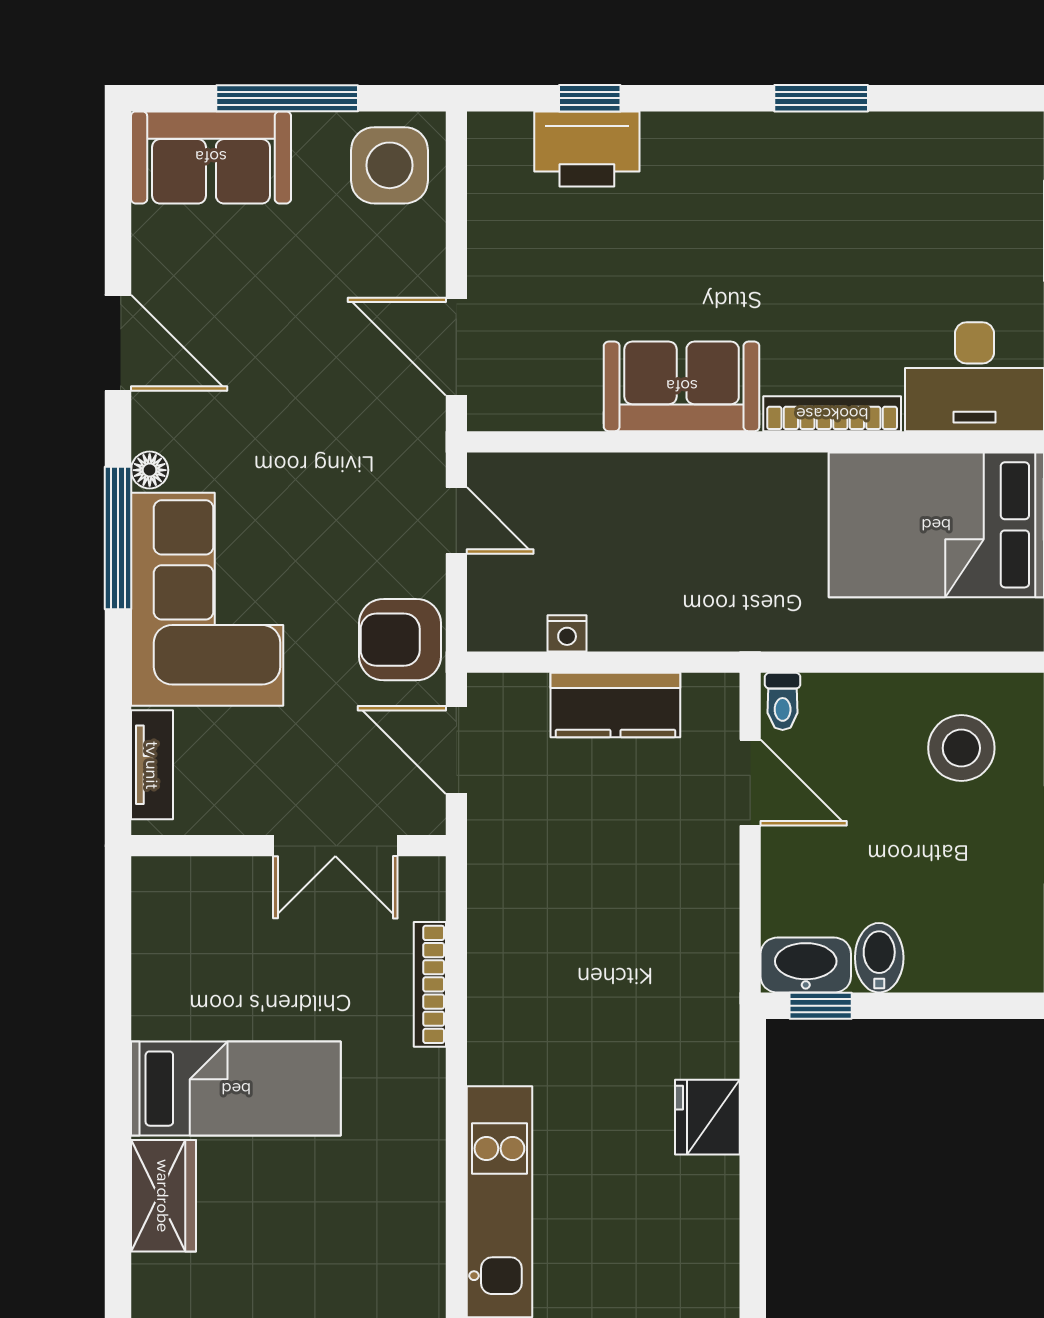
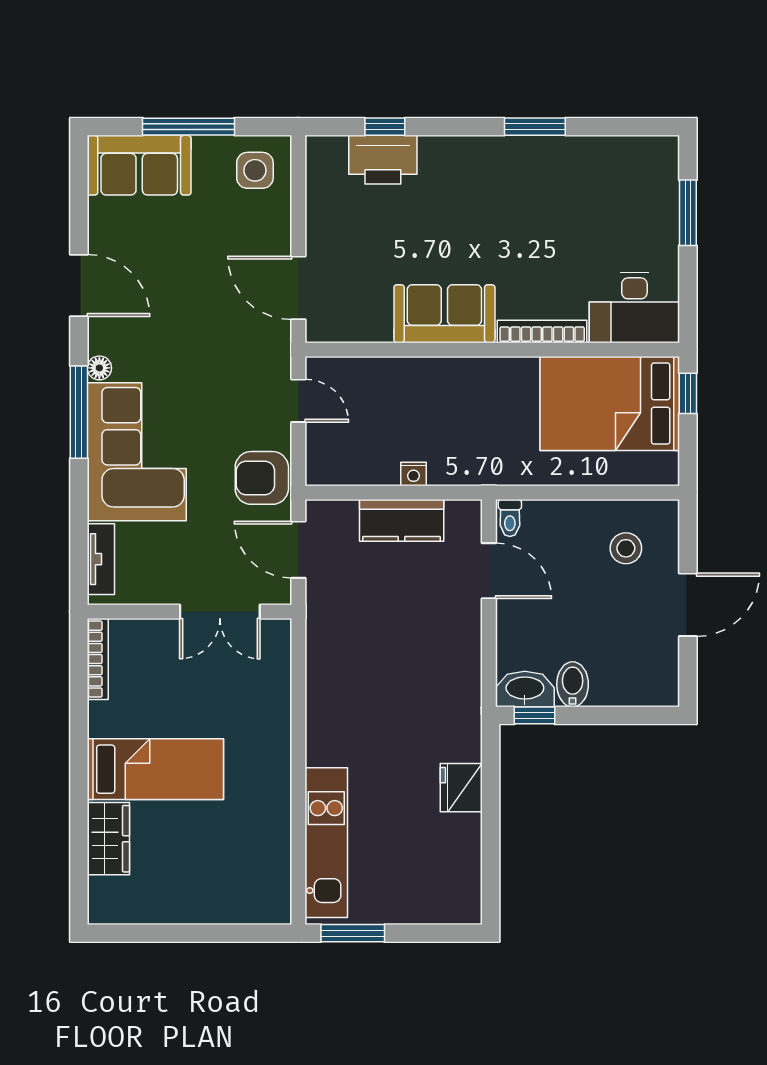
side table: (390, 165) -> (255, 170), width x0.73, depth x0.73
nightstand: (567, 633) -> (413, 474), moved
stool: (961, 748) -> (626, 548), width x0.73, depth x0.73
bookcase: (430, 984) -> (98, 659), moved, turned 180

